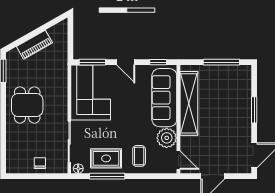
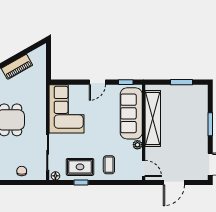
window: (92, 62) -> (68, 82), removed
door: (126, 62) -> (97, 82), hinge flipped
window: (221, 62) -> (181, 82), width x0.69
plant: (167, 138) -> (137, 145), width x0.53, depth x0.53
window: (107, 176) -> (81, 183), width x0.46

